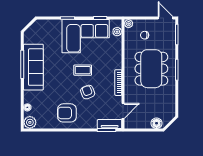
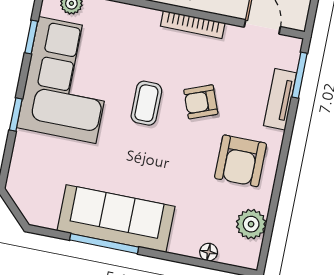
plant: (30, 122) -> (251, 224), moved
tv unit: (110, 124) -> (280, 99), moved

